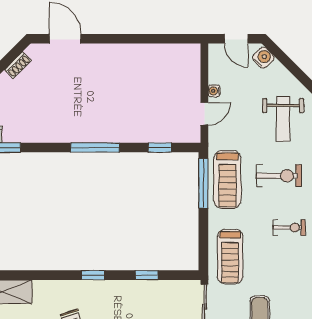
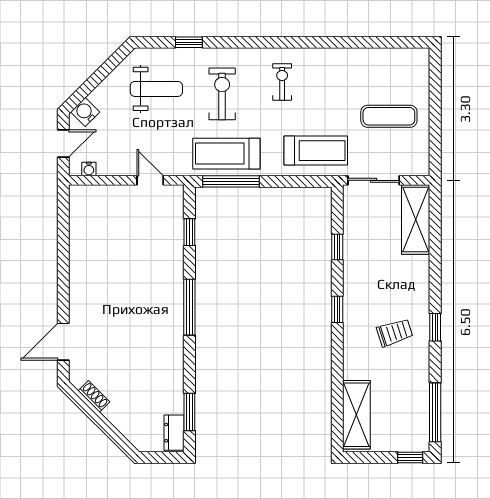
water cooler: (214, 91) -> (89, 169), moved
treadmill: (227, 179) -> (226, 154), turned 180

